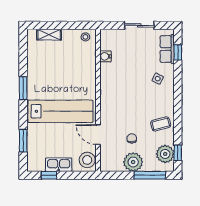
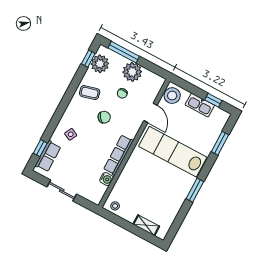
row of seats: (106, 83) -> (118, 155), added
chair: (136, 109) -> (104, 117), added

